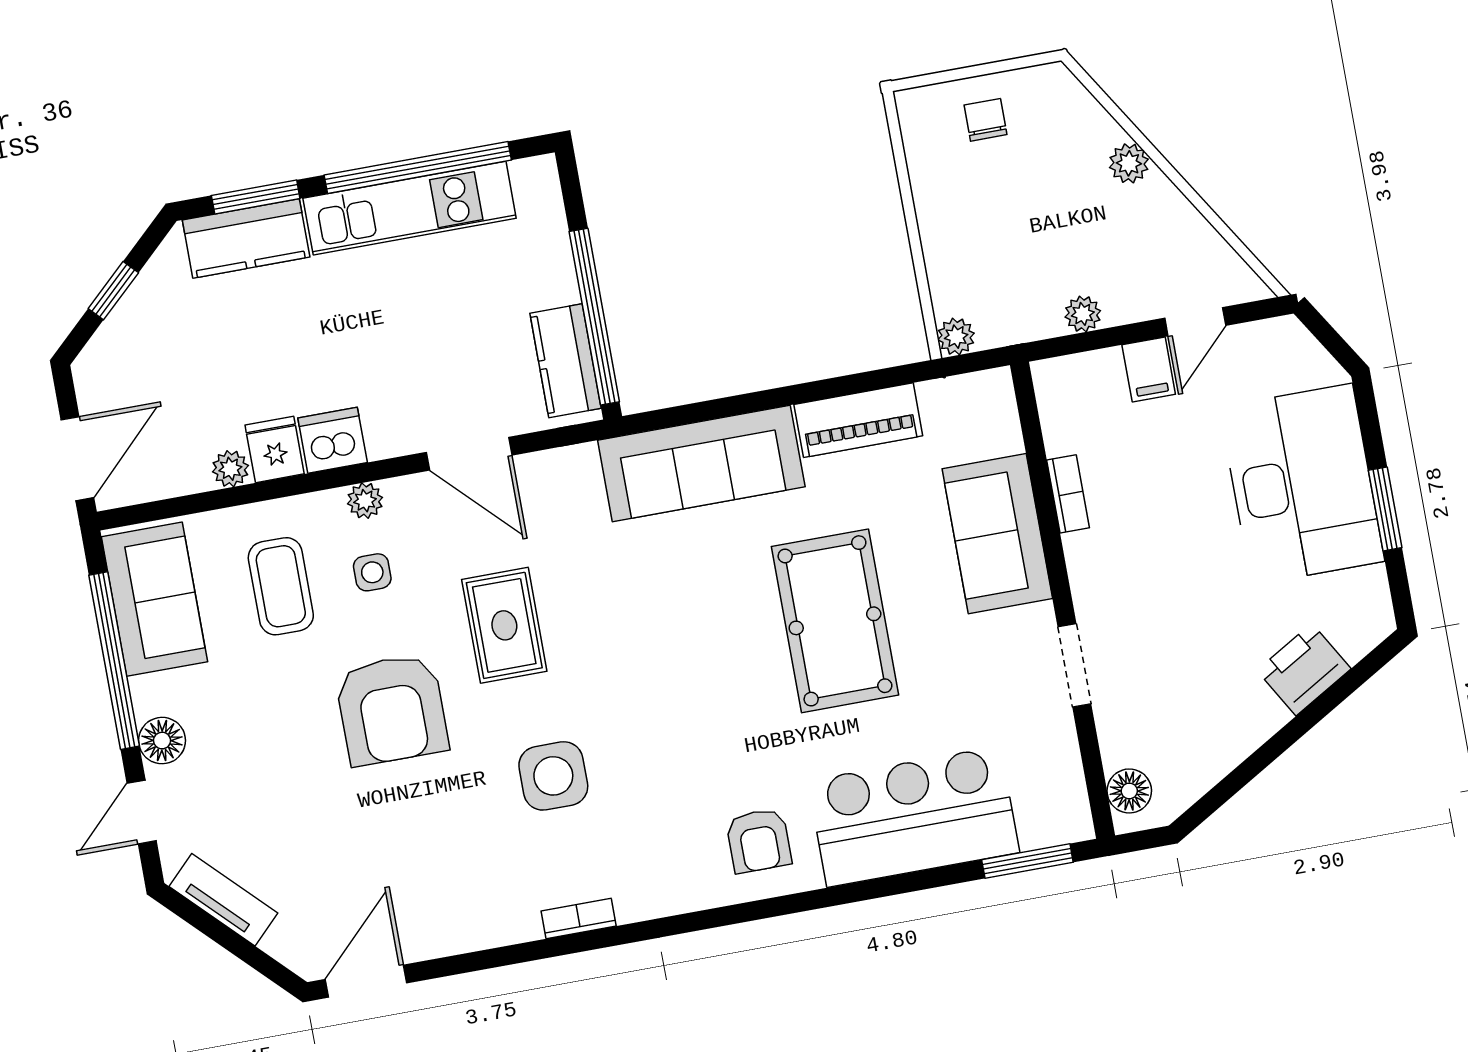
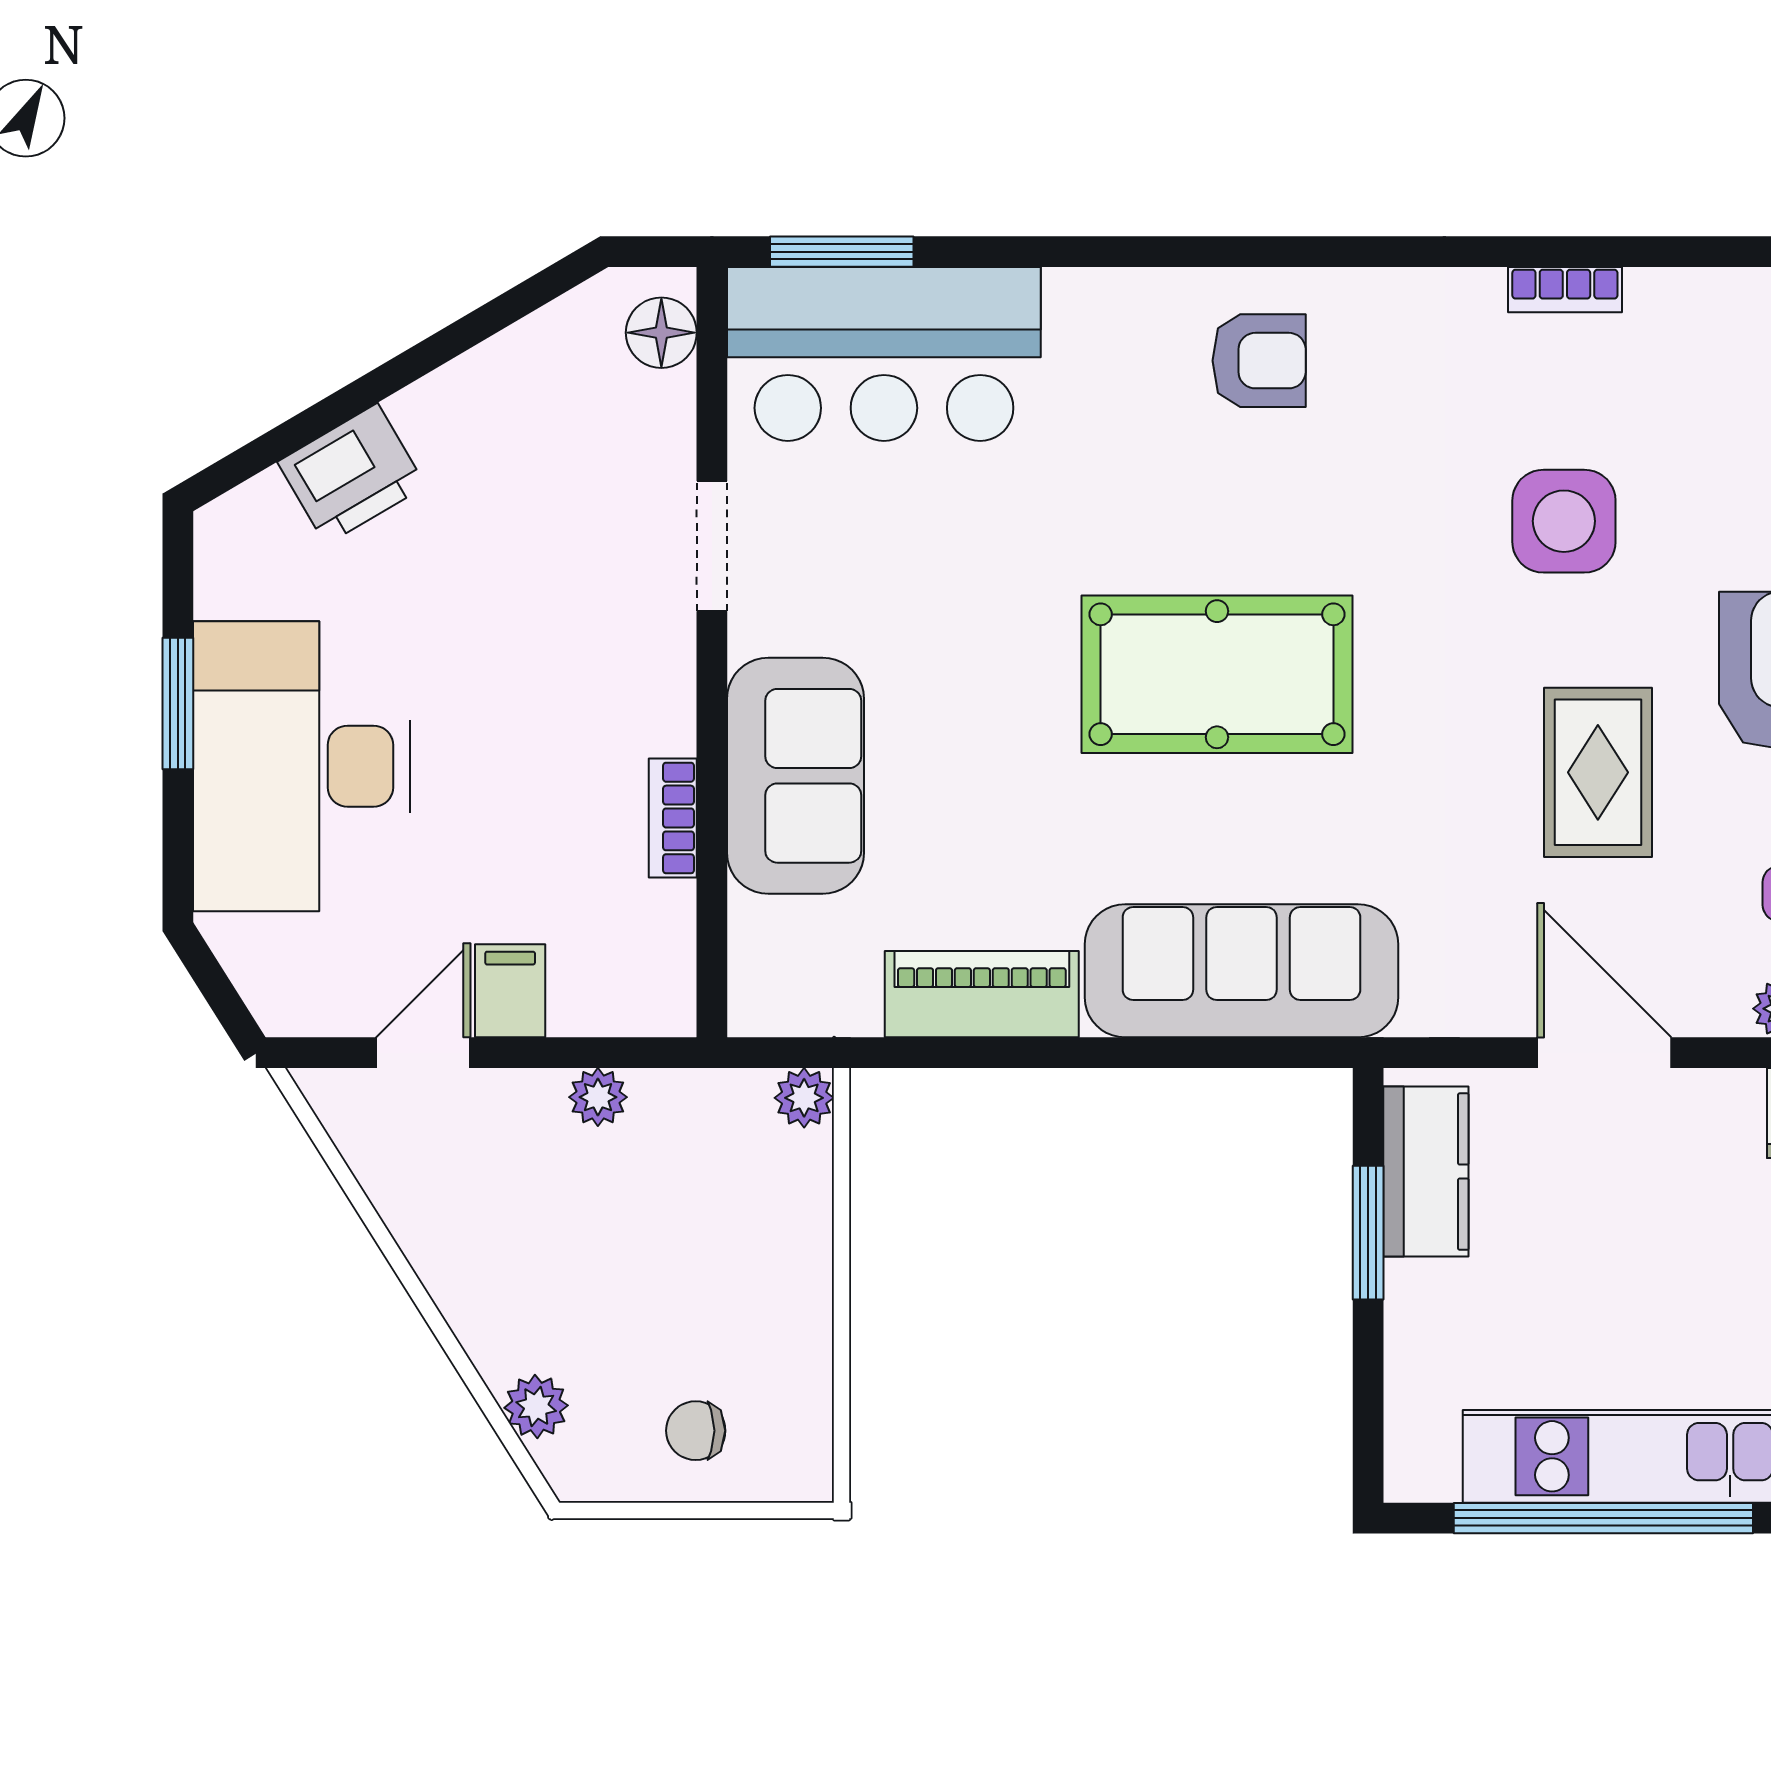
chair: (985, 120) -> (696, 1431), turned 90
plant: (1129, 163) -> (536, 1407), moved
window: (594, 317) -> (1368, 1233), width x0.47
pool table: (835, 621) -> (1217, 674), moved, turned 90
bar counter: (914, 817) -> (884, 354), moved
armchair: (759, 841) -> (1259, 361), turned 90

